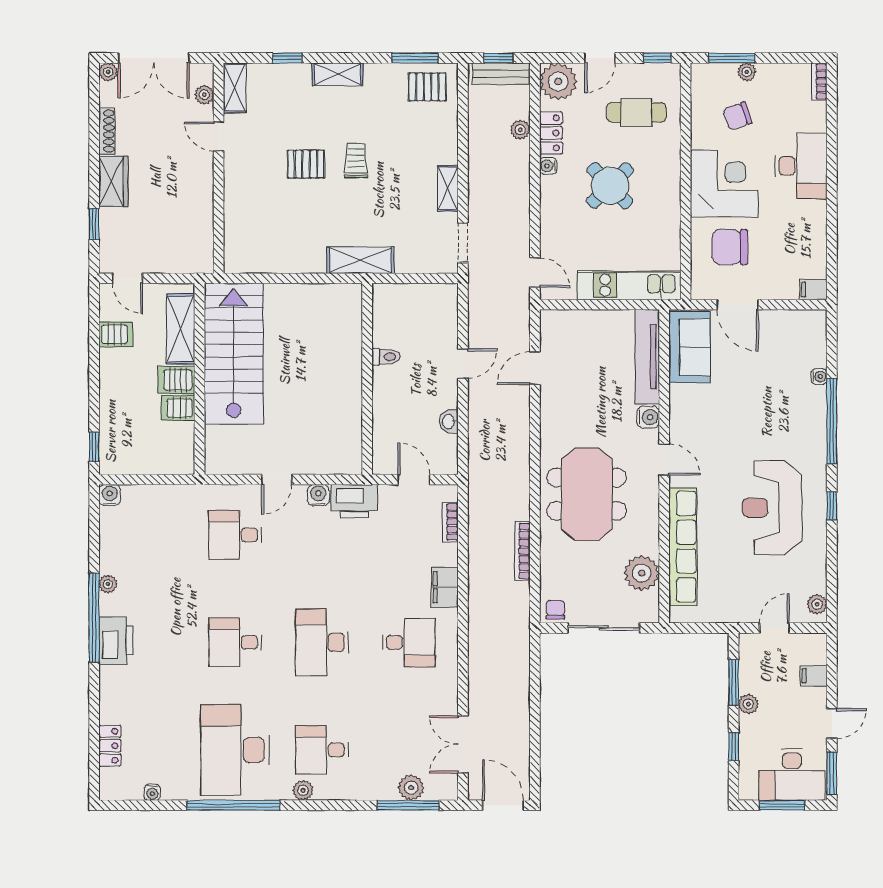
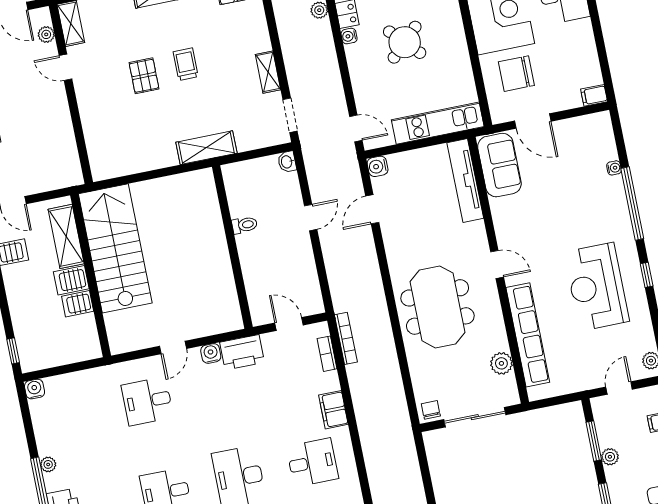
pallet: (306, 164) -> (144, 76), turned 90
water cooler: (648, 417) -> (378, 166), moved, turned 180
washbasin: (449, 422) -> (287, 162), moved
bookcase: (522, 551) -> (346, 338), moved, turned 180
plant: (642, 573) -> (501, 363), width x0.73, depth x0.73

